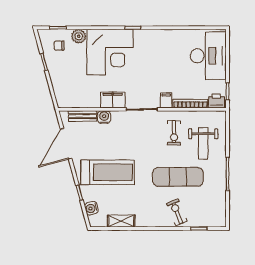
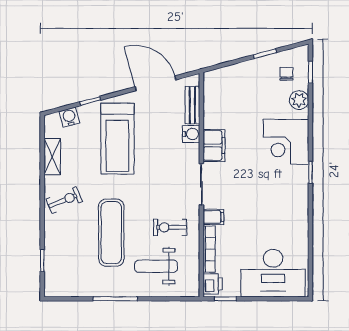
corner desk: (110, 52) -> (286, 142), width x0.74, depth x0.74
exercise bike: (177, 212) -> (64, 200), moved

